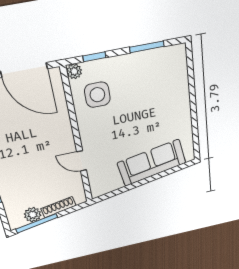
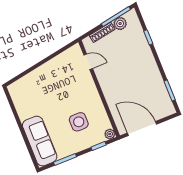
side table: (97, 95) -> (79, 122), moved
door: (82, 161) -> (88, 62), moved
sofa: (152, 163) -> (40, 141), moved, turned -80

